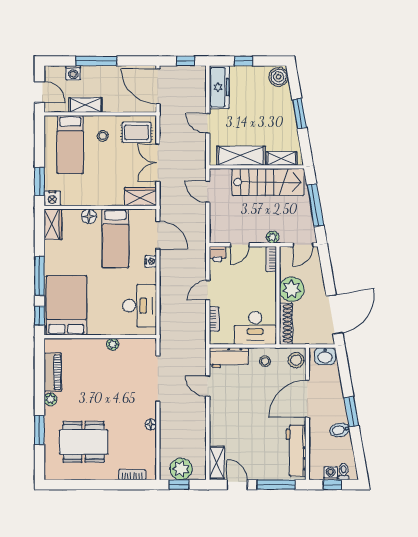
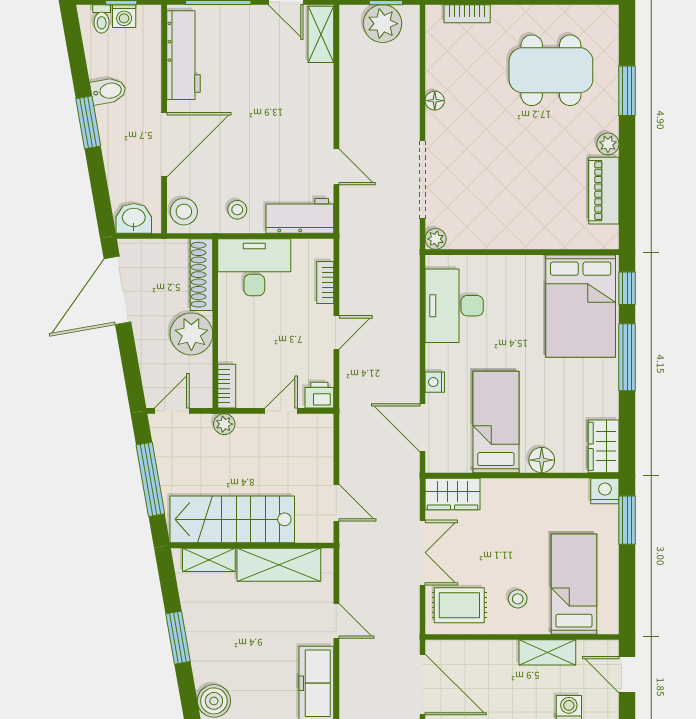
plant: (113, 344) -> (436, 239), moved

